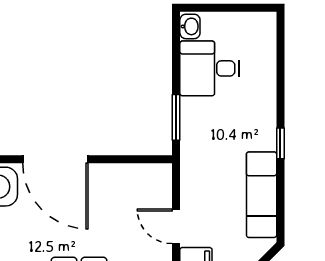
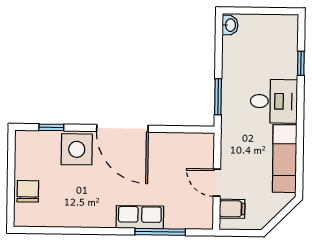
desk: (210, 68) -> (274, 101), moved, turned 180
window: (280, 143) -> (301, 63), moved

